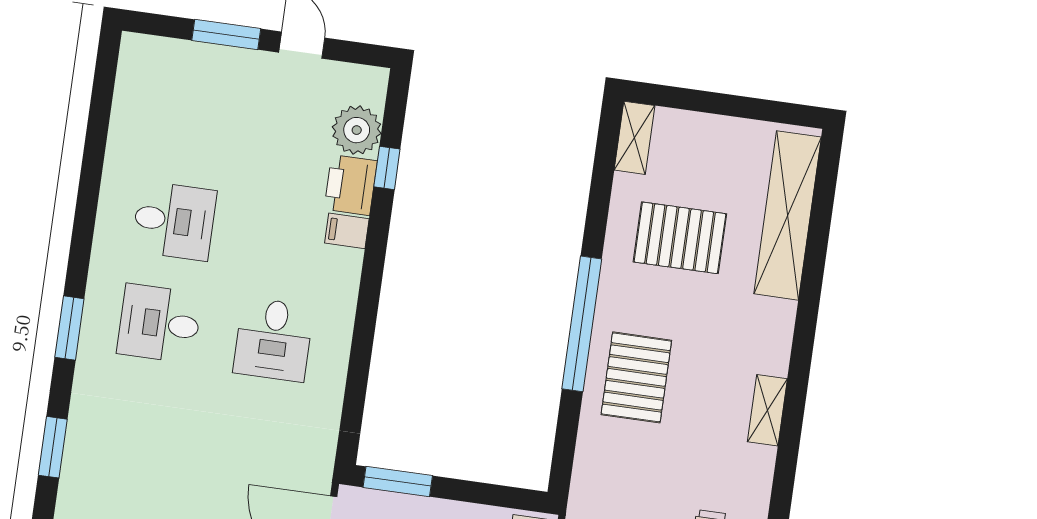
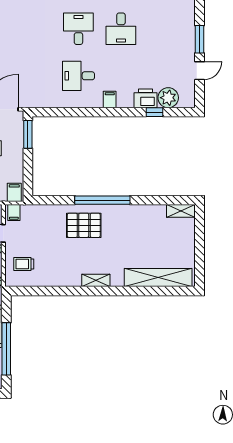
filing cabinet: (347, 231) -> (110, 99), moved
pallet: (680, 238) -> (143, 235), removed
shelving: (767, 410) -> (96, 280), moved

